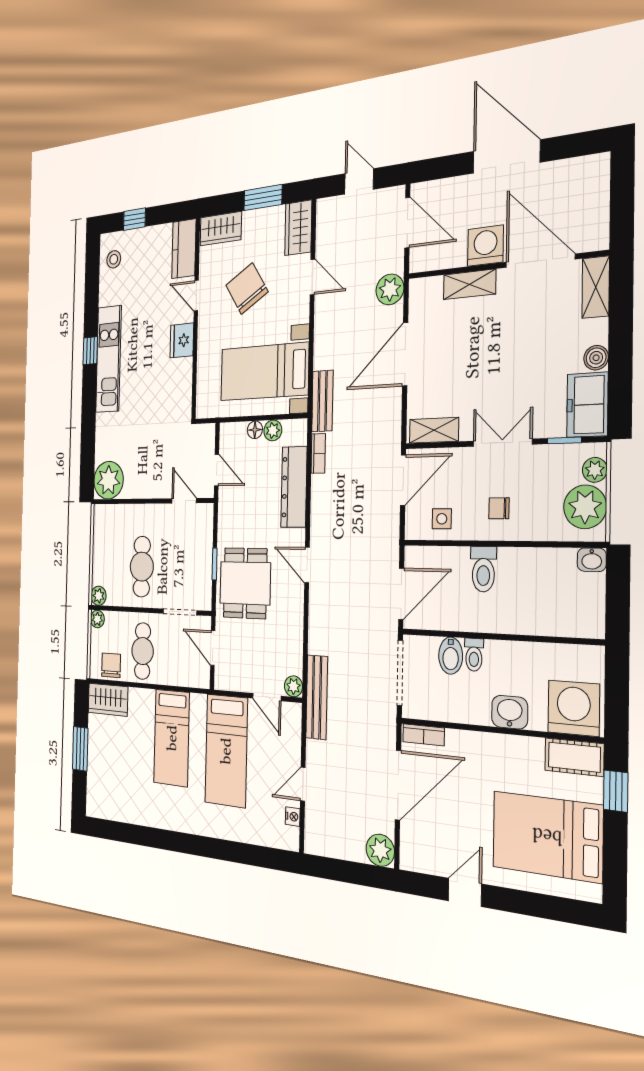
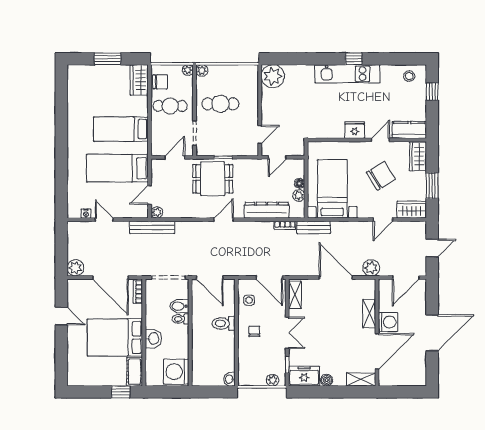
plant: (585, 507) -> (255, 376), removed
washing machine: (574, 708) -> (176, 372), moved, turned 180
bed: (547, 836) -> (115, 337), moved, turned -90

